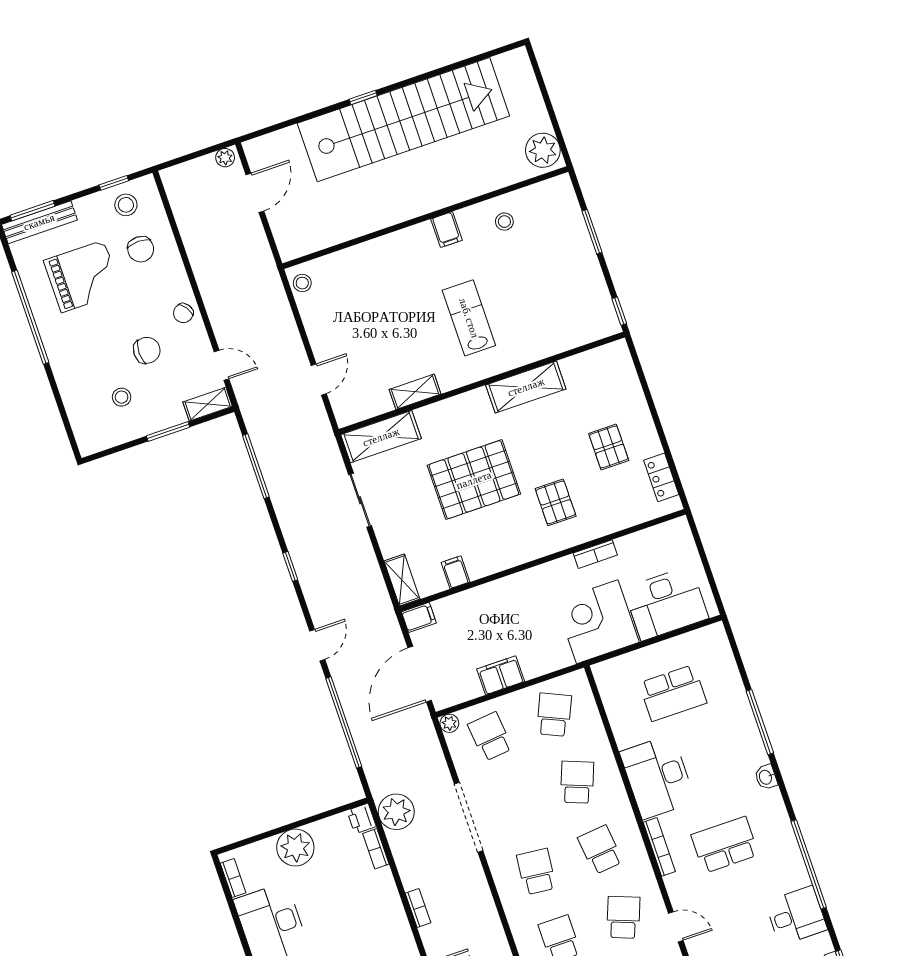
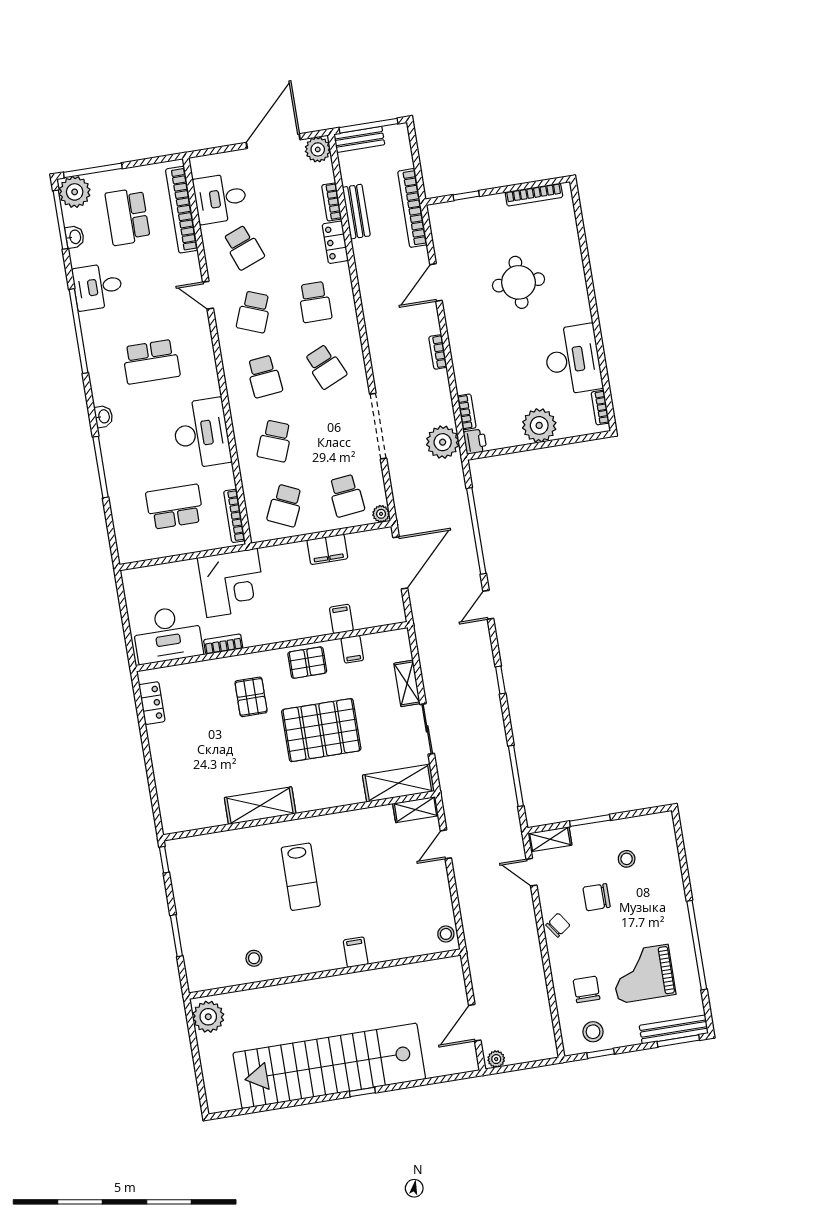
filing cabinet: (446, 230) -> (356, 952), moved
shelving: (415, 392) -> (415, 810), moved
pallet: (609, 447) -> (307, 663), moved, turned 90
shelving: (402, 580) -> (407, 683), moved
desk: (666, 603) -> (167, 635), moved, turned 180
filing cabinet: (419, 617) -> (341, 619), moved, turned 90
bookcase: (659, 847) -> (234, 516), moved
school desk: (536, 872) -> (325, 367), turned -30

